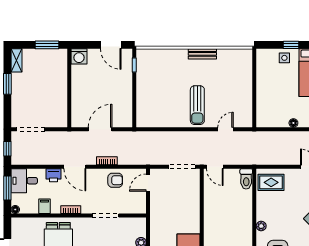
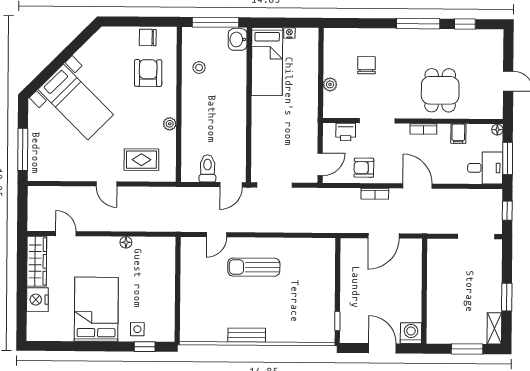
window: (47, 45) -> (467, 349), moved
door: (111, 45) -> (382, 348), moved
window: (291, 45) -> (145, 347), moved
sun lounger: (197, 105) -> (254, 267), turned -90
door: (215, 167) -> (231, 185), swing flipped
printer: (53, 175) -> (346, 132), moved, turned 180
toilet: (246, 179) -> (207, 168), moved
rug: (271, 182) -> (141, 160), moved
plant: (261, 226) -> (170, 124), moved

